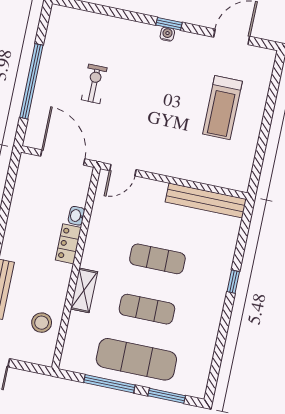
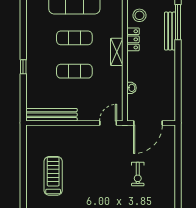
window: (31, 81) -> (178, 167), removed
door: (63, 158) -> (148, 123), hinge flipped
locker: (68, 244) -> (133, 39), moved
shelving: (84, 290) -> (117, 52), moved

